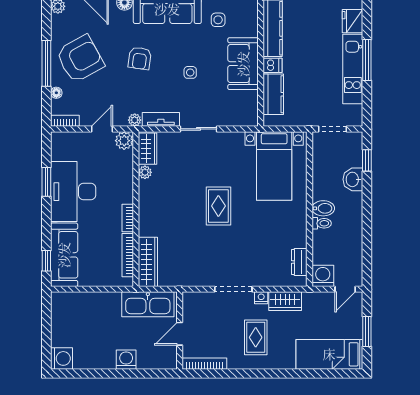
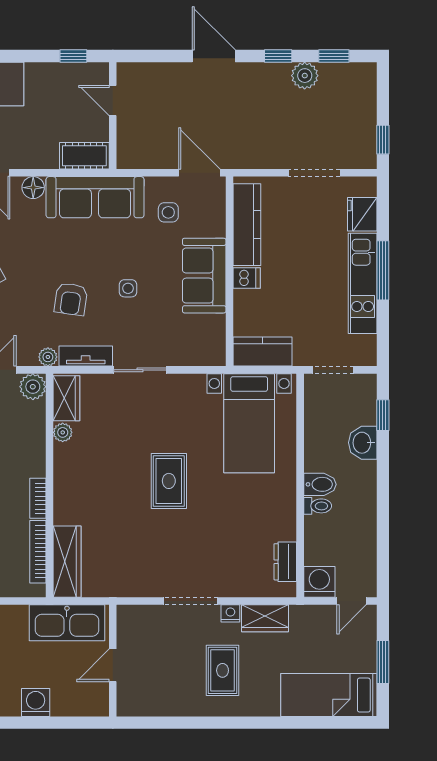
armchair: (140, 58) -> (71, 299), moved
kitchen counter: (273, 94) -> (263, 352), moved, turned -90
bookcase: (204, 364) -> (148, 708), removed

